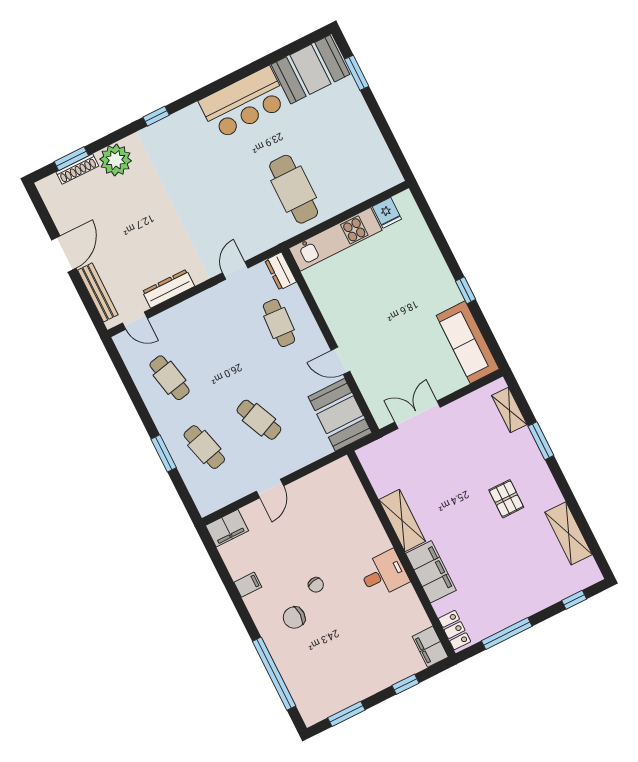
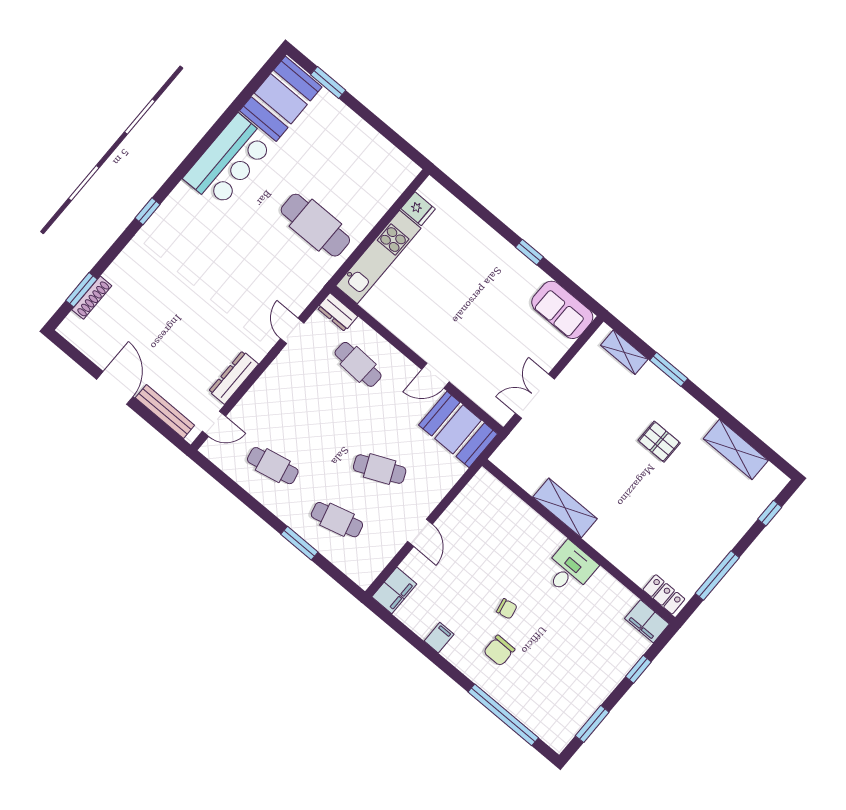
plant: (116, 160) -> (126, 272), removed
sofa: (468, 342) -> (562, 310), width x0.73
filing cabinet: (431, 572) -> (616, 547), removed

